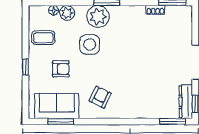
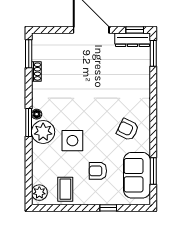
floor lamp: (54, 10) -> (37, 114), moved
plant: (67, 13) -> (39, 193), moved
window: (25, 67) -> (108, 208), moved
armchair: (61, 69) -> (98, 171), turned -90

